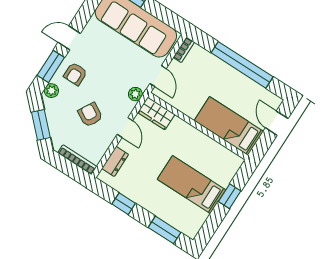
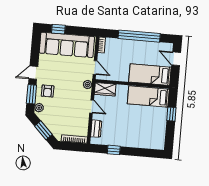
armchair: (90, 115) -> (68, 110), removed
bed: (192, 185) -> (148, 97), moved
window: (164, 230) -> (145, 153), removed

